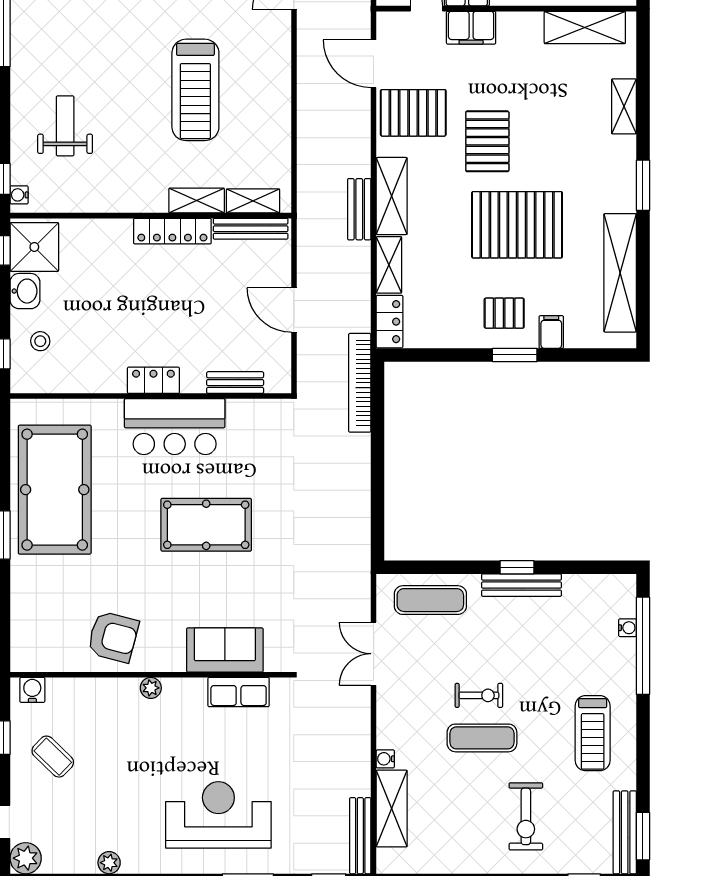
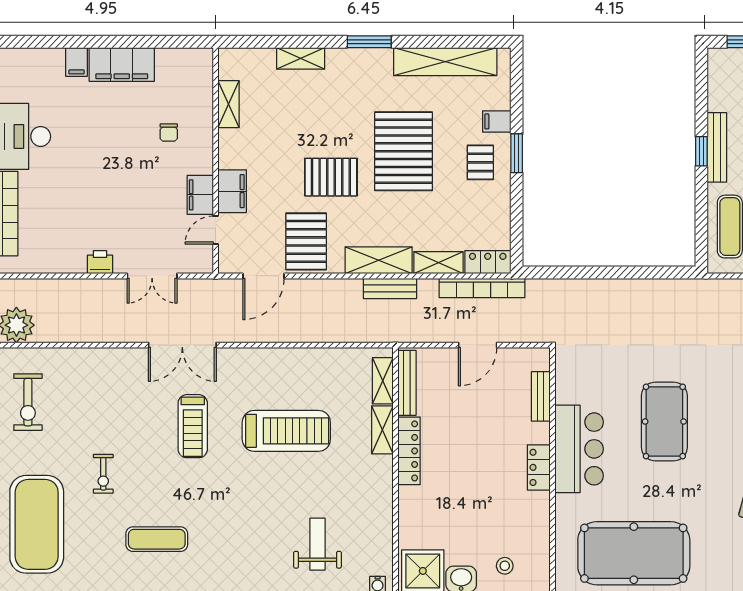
shelving: (585, 27) -> (228, 104), width x0.67, depth x0.75
weight bench: (65, 126) -> (317, 544), turned 90
bookcase: (360, 383) -> (482, 288), moved

